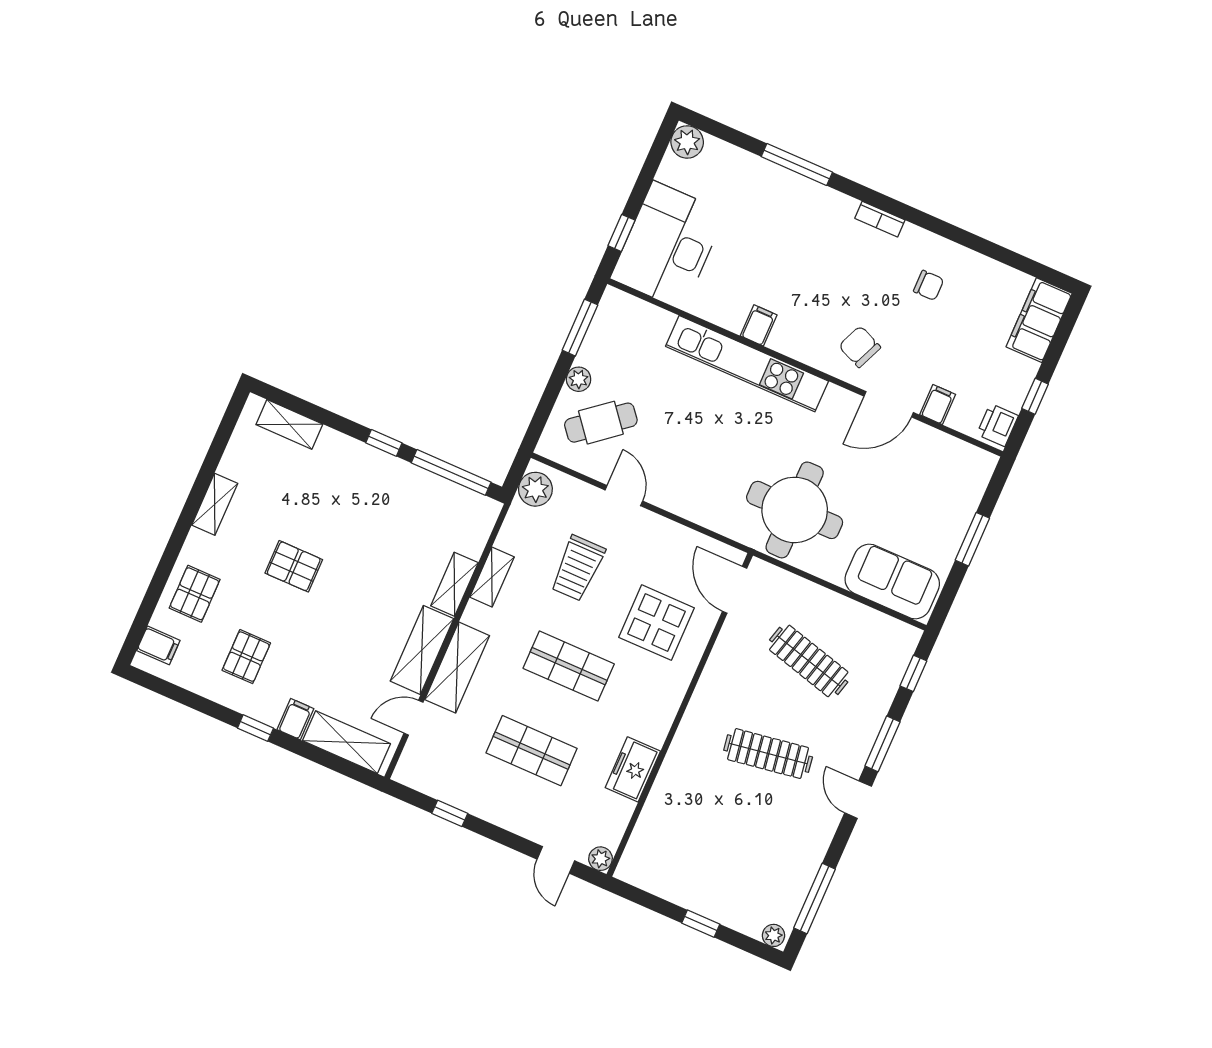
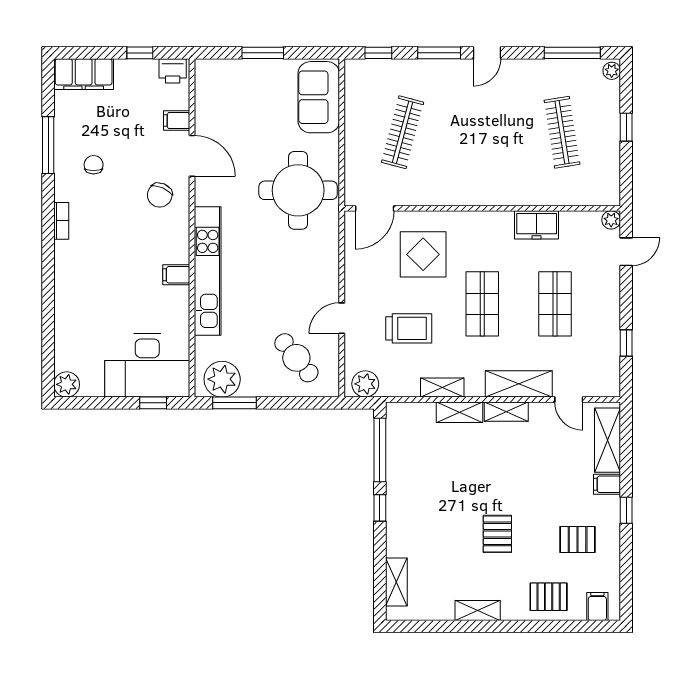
window: (797, 164) -> (48, 145), moved
plant: (579, 379) -> (222, 379), moved, width x1.87, depth x1.87
shelving: (422, 650) -> (506, 412), width x0.67, depth x0.75
clothes rail: (768, 754) -> (562, 132), moved

